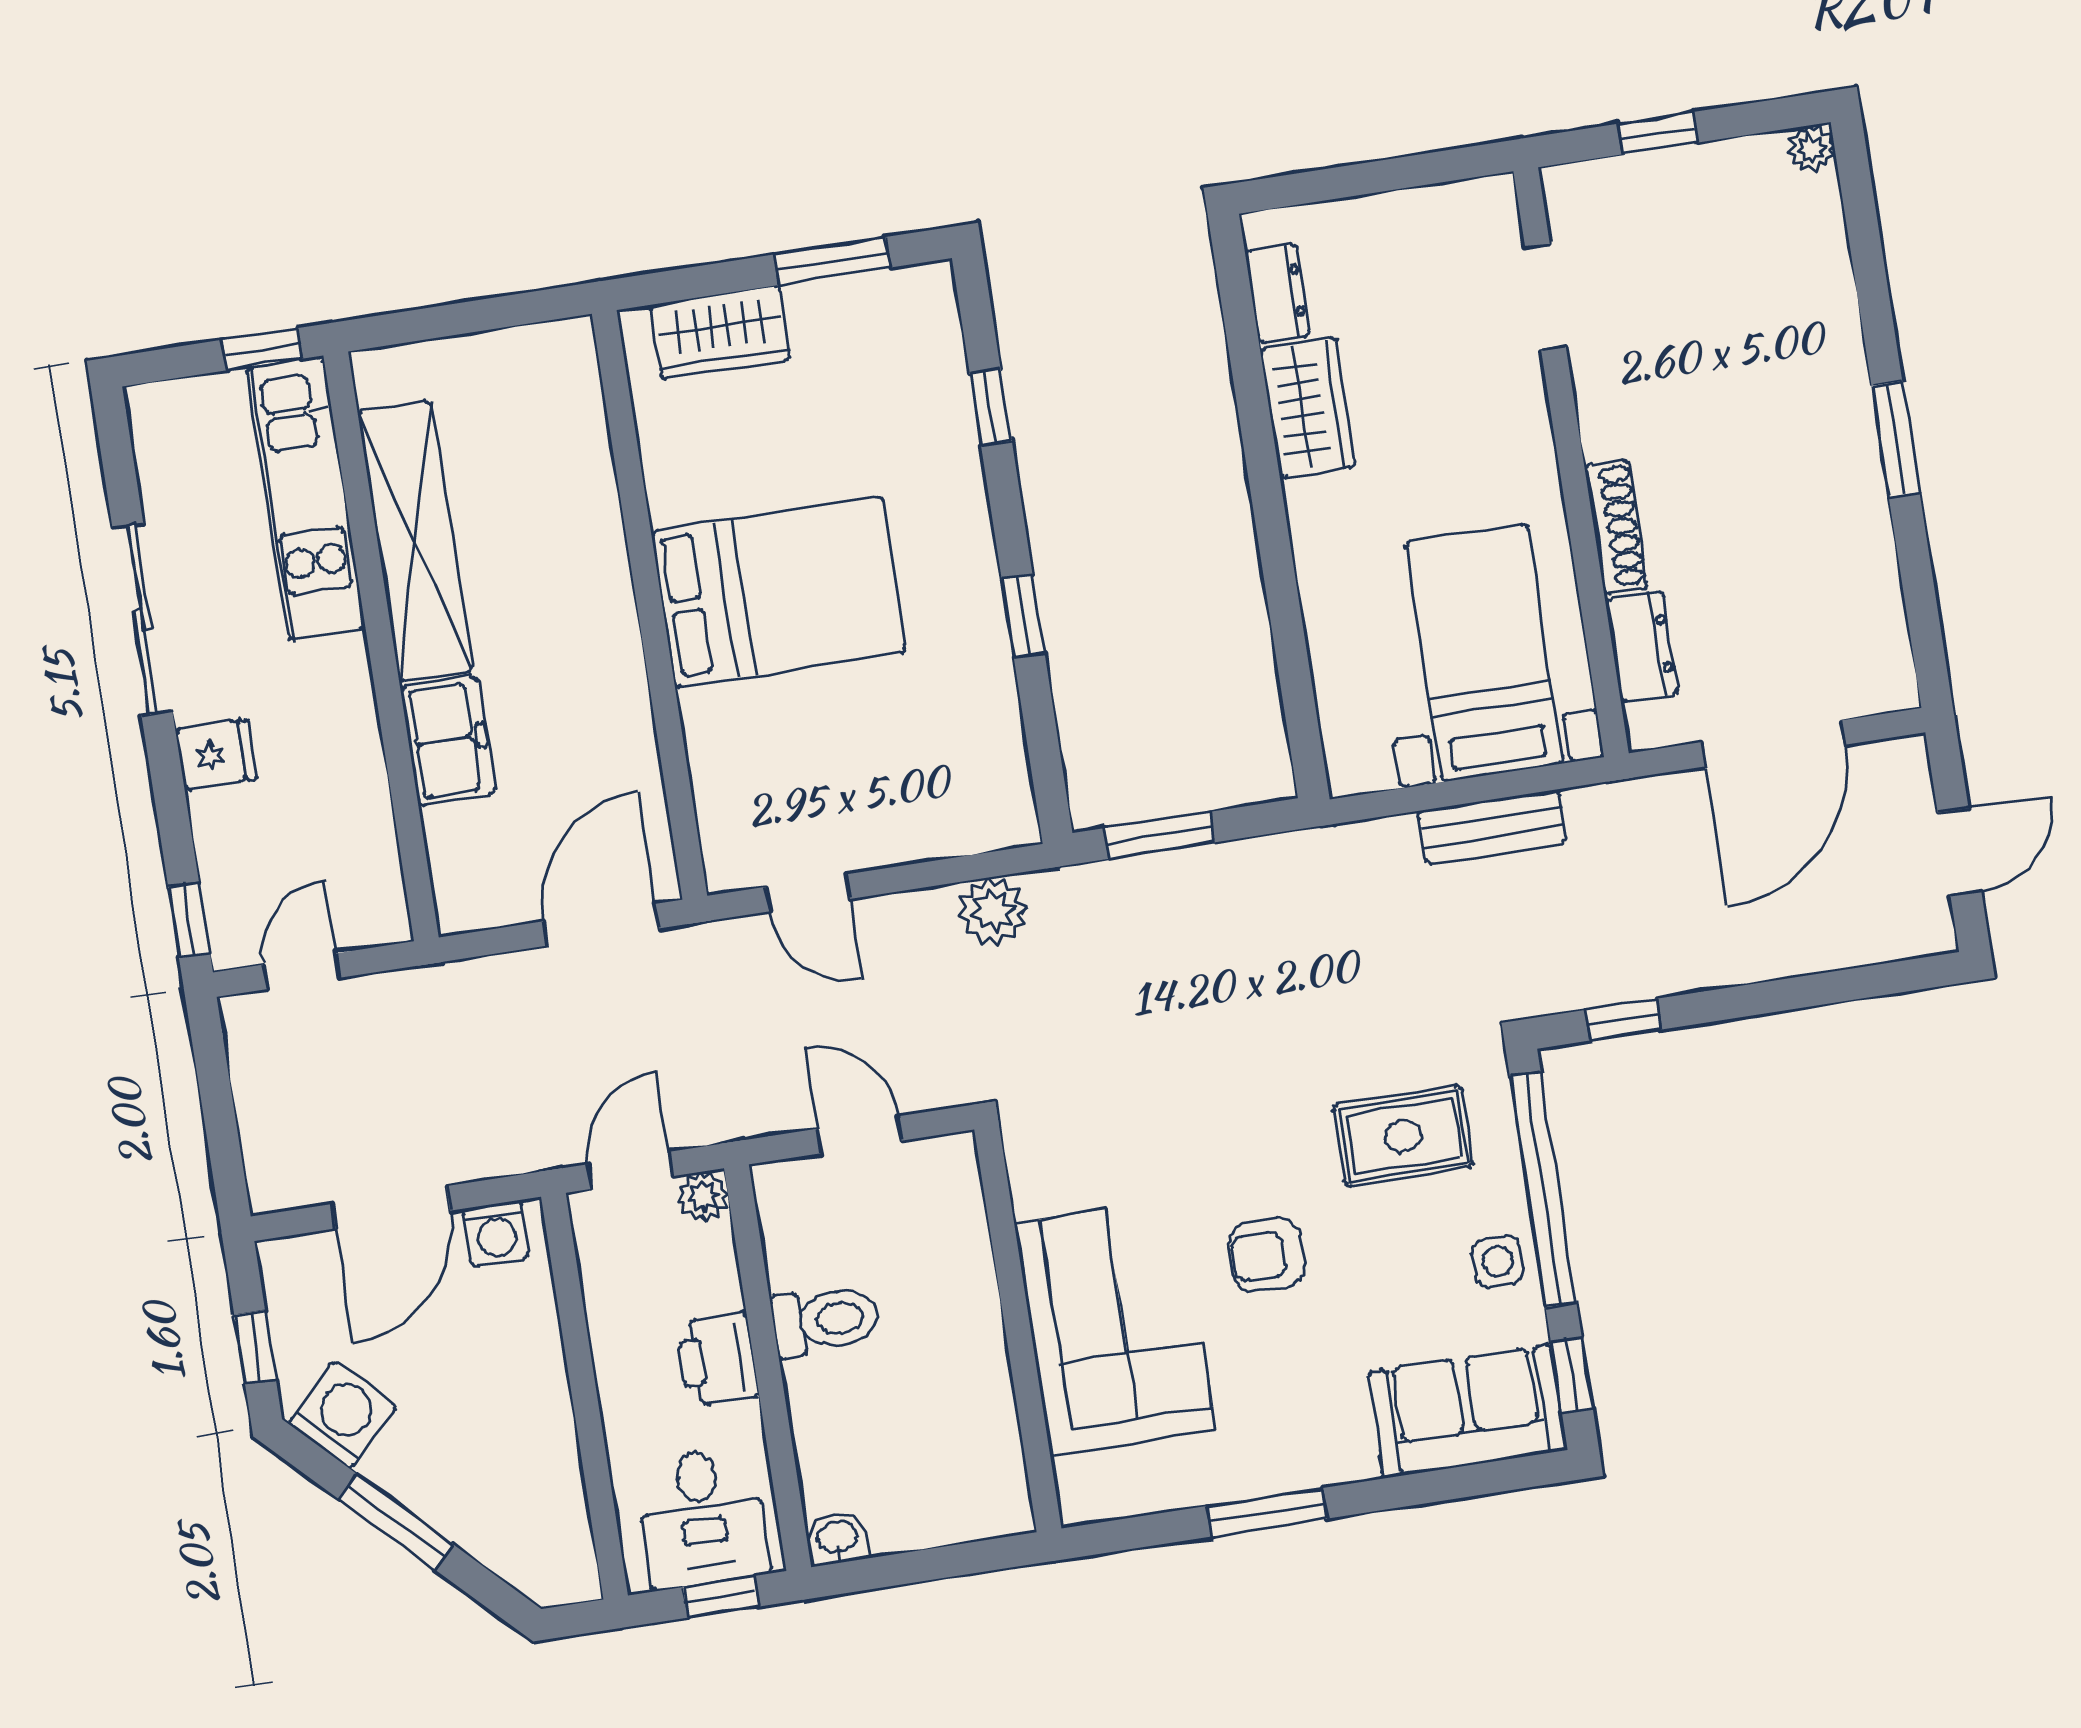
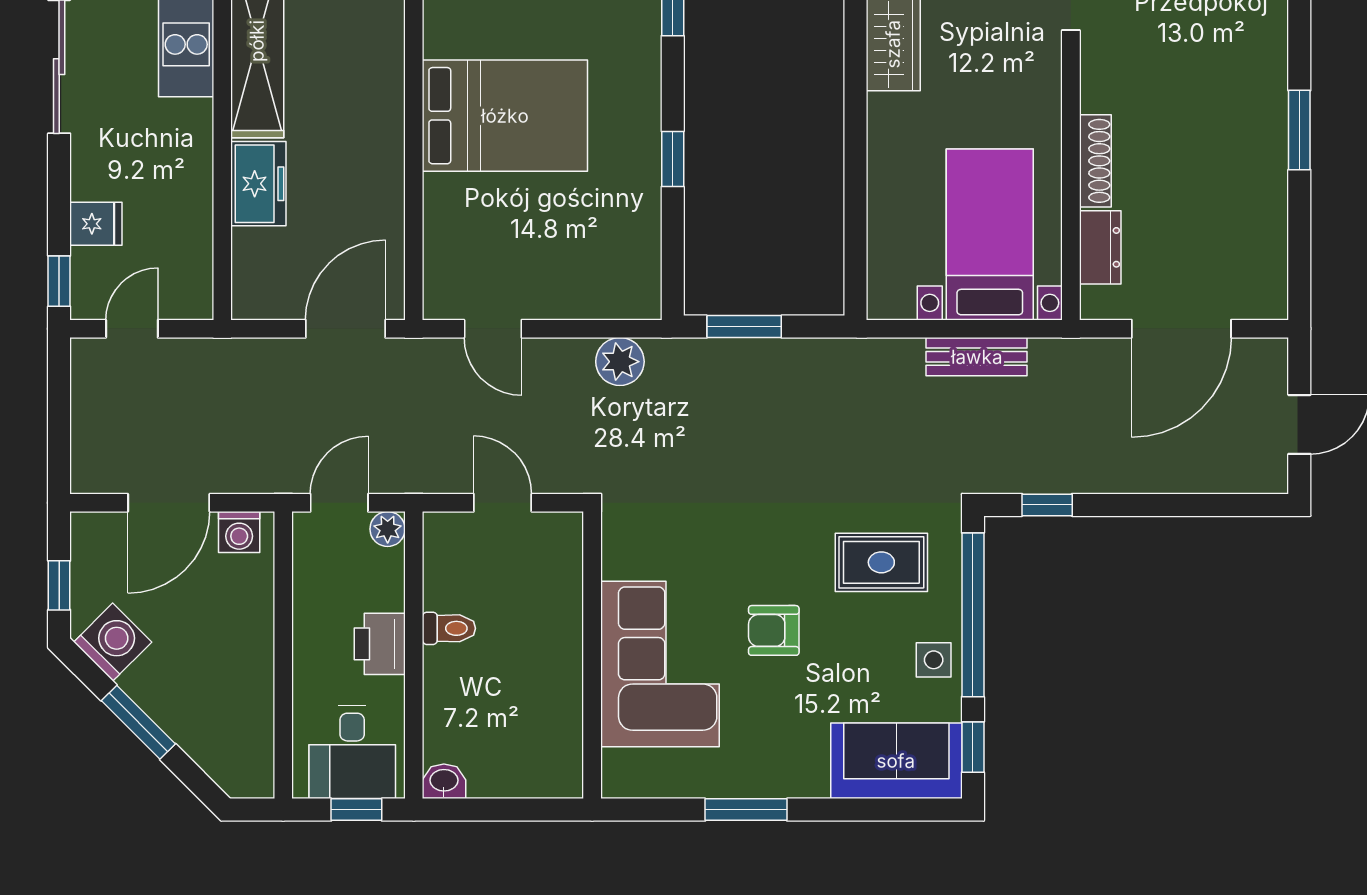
fridge: (216, 755) -> (96, 224), moved
toilet: (825, 1320) -> (449, 628), width x0.73, depth x0.72

